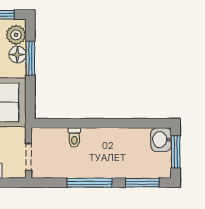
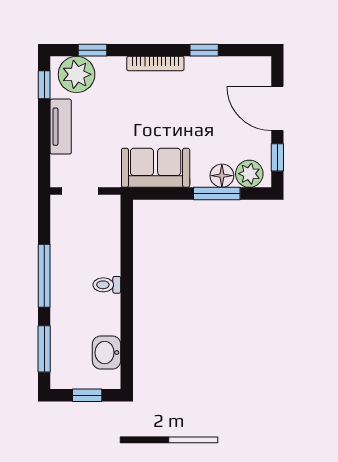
toilet: (74, 137) -> (107, 285), moved
washbasin: (161, 140) -> (107, 353), moved, turned -90
window: (176, 152) -> (87, 395), width x0.67

